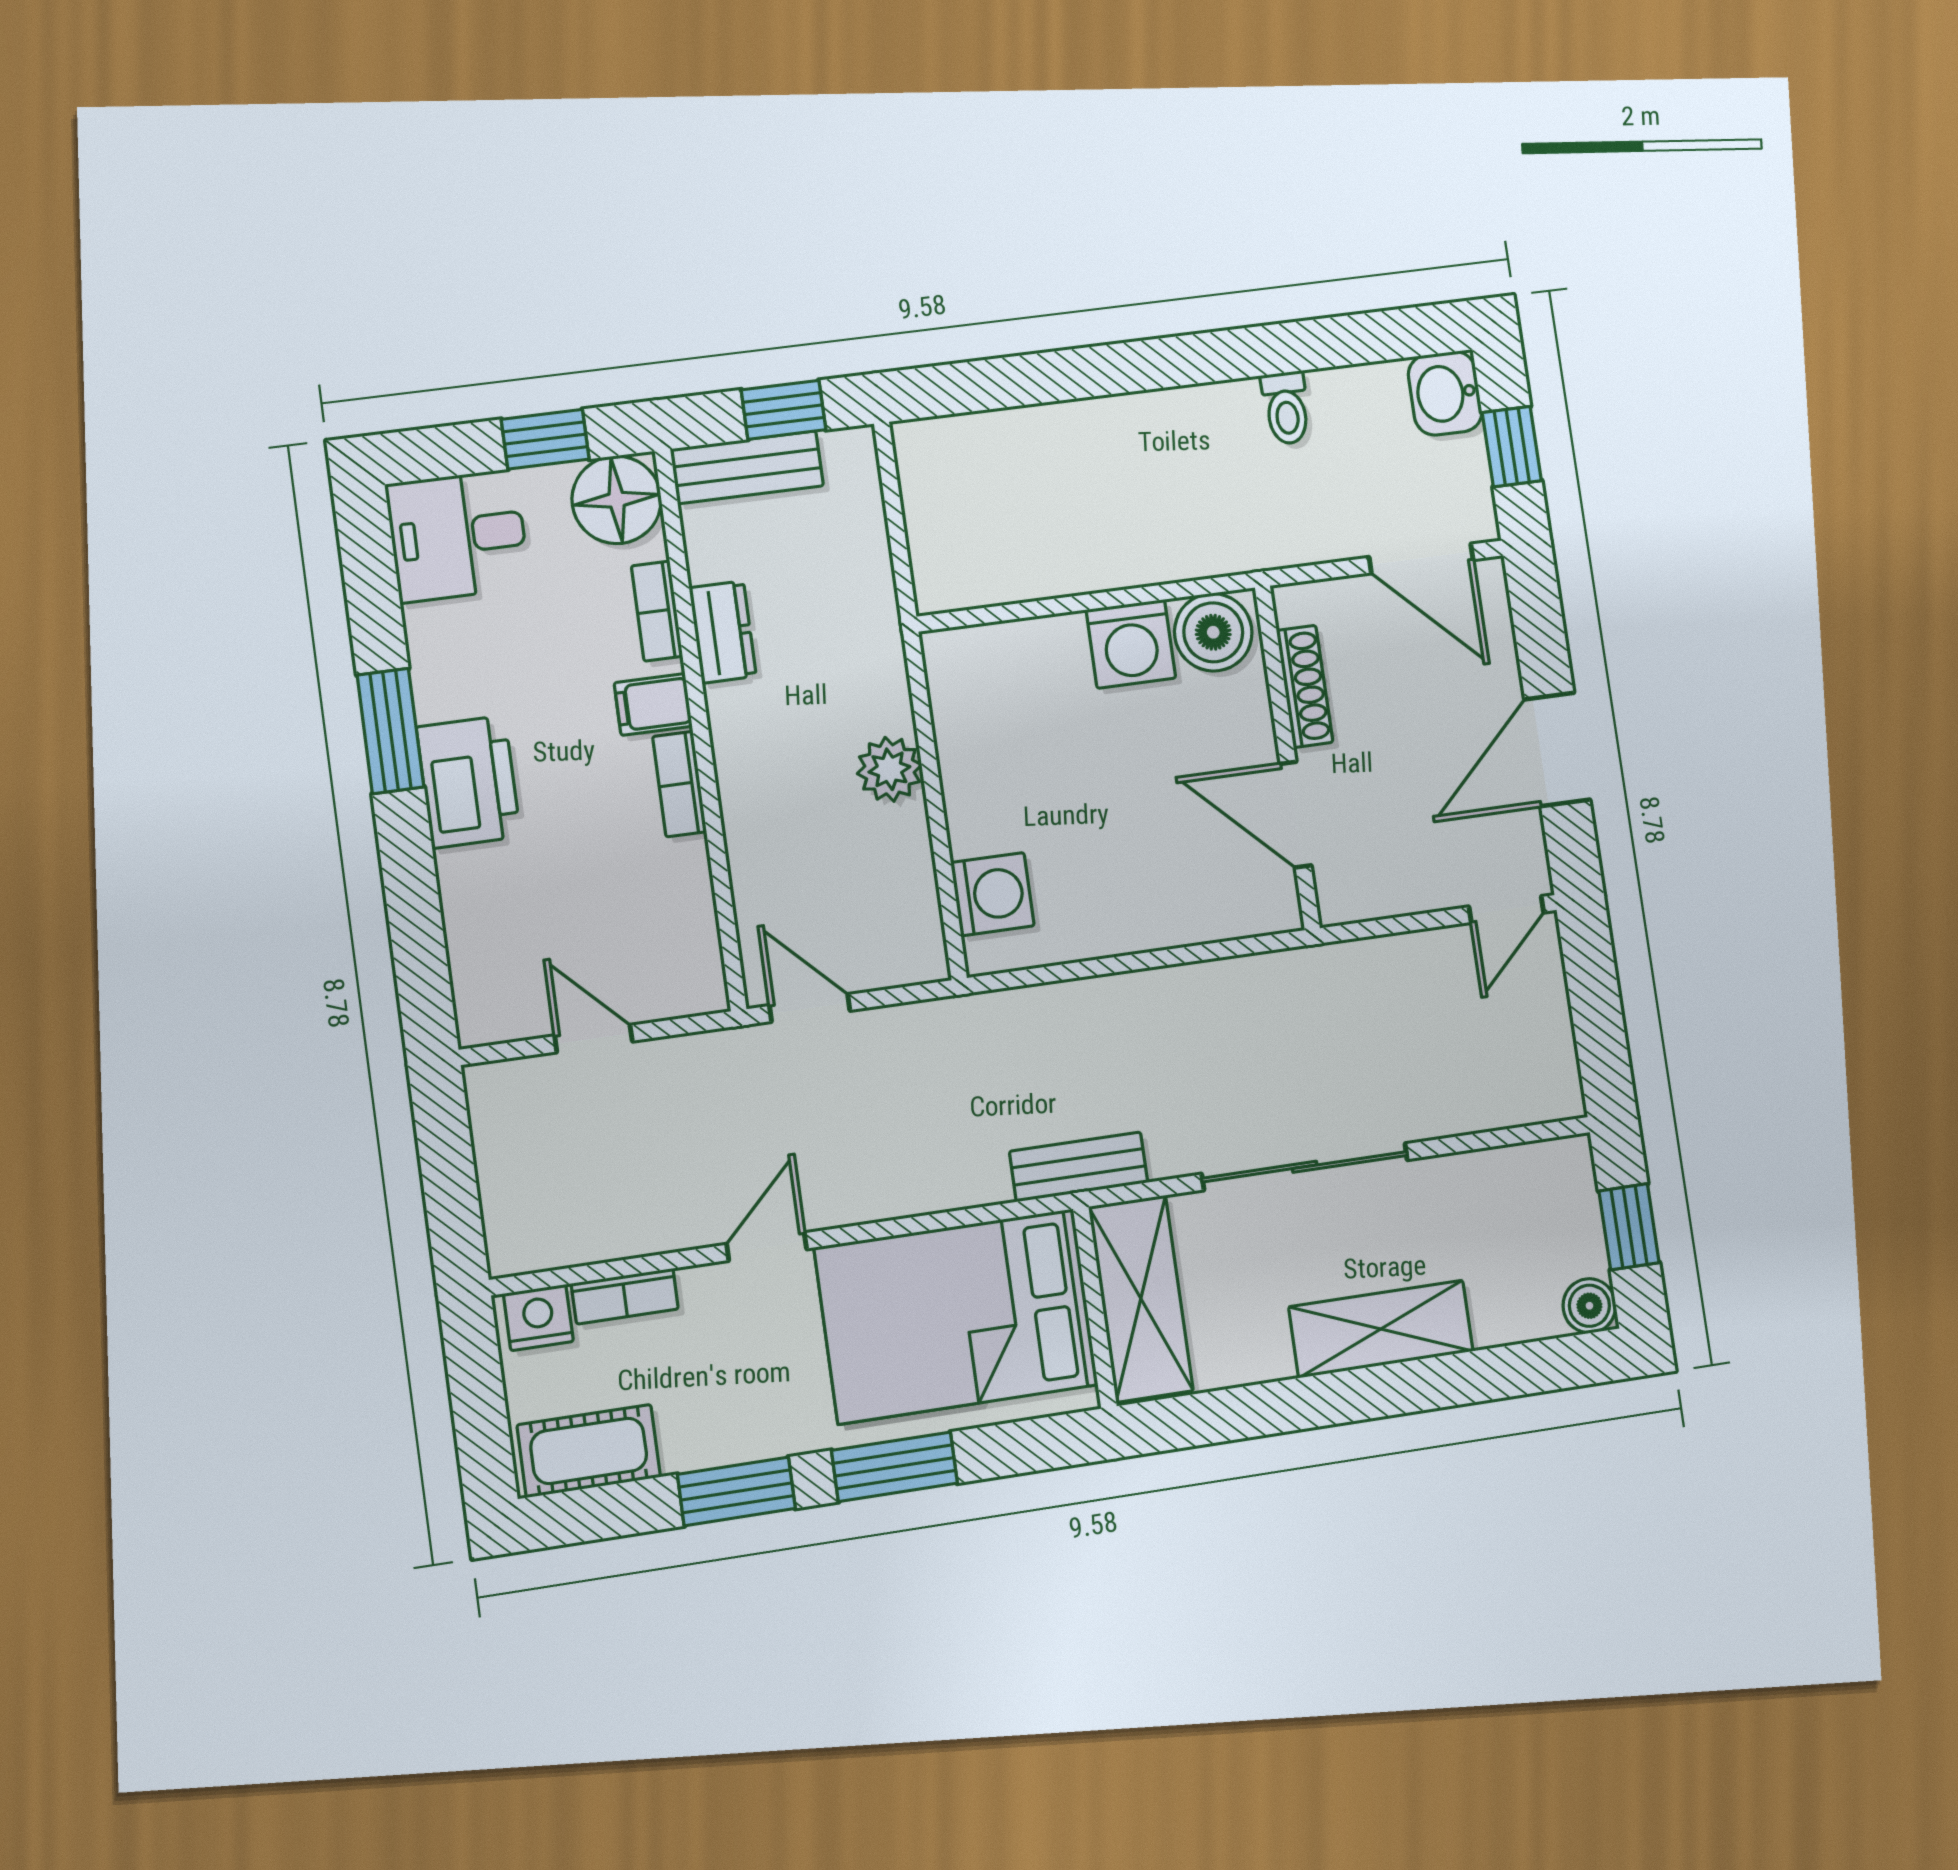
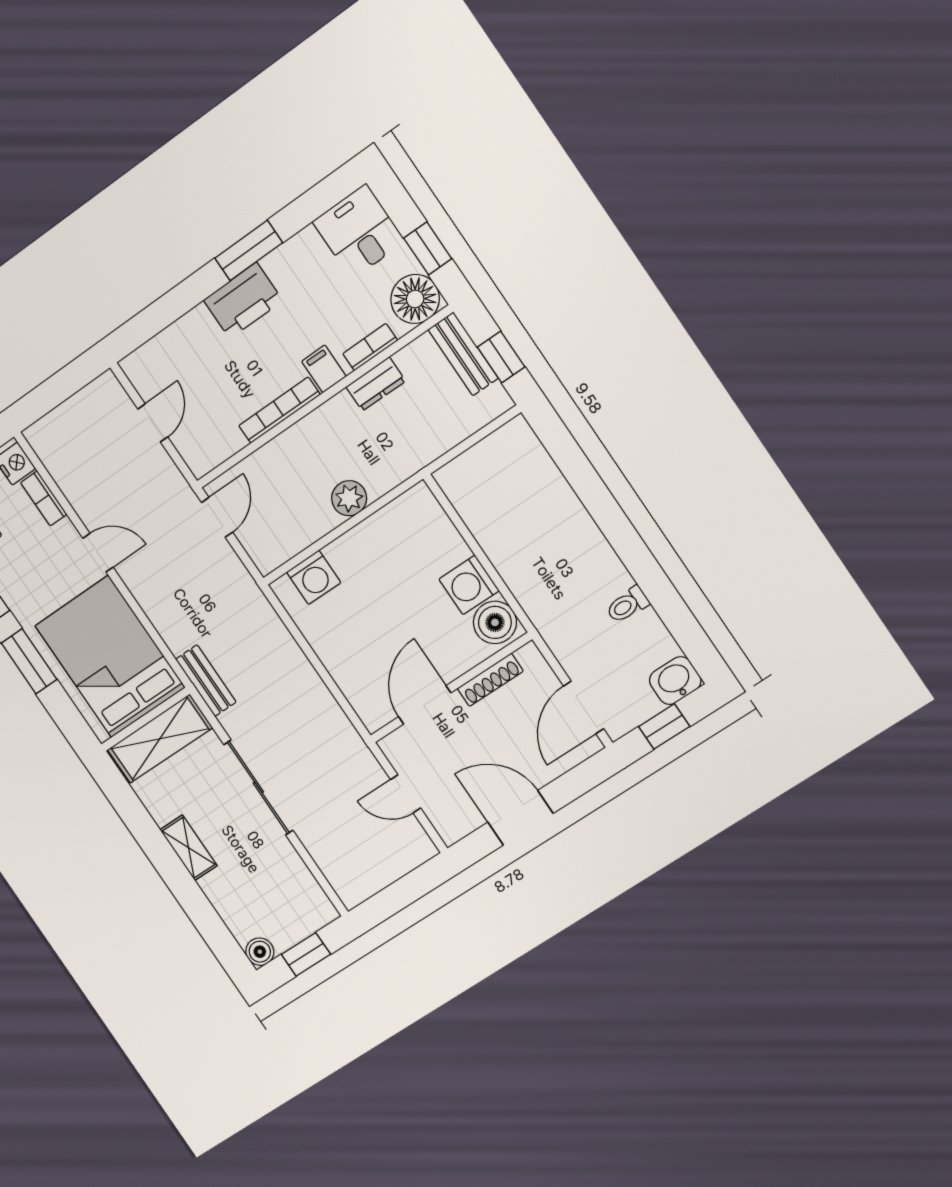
bookcase: (680, 784) -> (279, 410), width x1.56
door: (1506, 909) -> (406, 794), moved
shelving: (1381, 1329) -> (189, 848), width x0.67, depth x0.75

